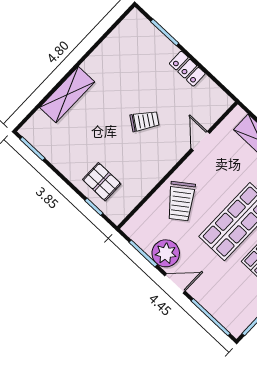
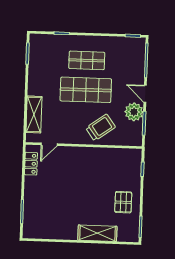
locker: (187, 69) -> (31, 164), moved
trolley: (144, 121) -> (76, 182), removed
door: (200, 141) -> (49, 144), moved
pallet: (102, 182) -> (123, 202), moved

